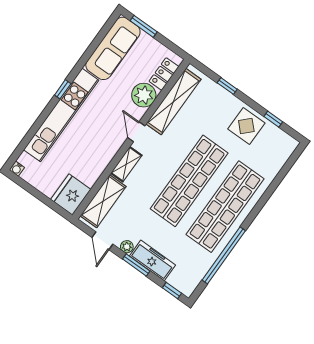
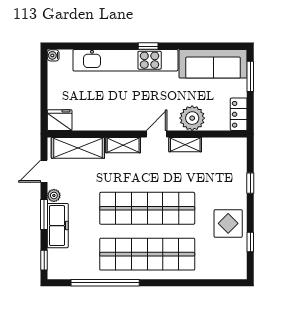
locker: (164, 74) -> (239, 114), moved, turned -90
shelving: (173, 102) -> (185, 145), width x0.45, depth x0.75
fridge: (71, 194) -> (60, 120), width x0.73, depth x0.75

